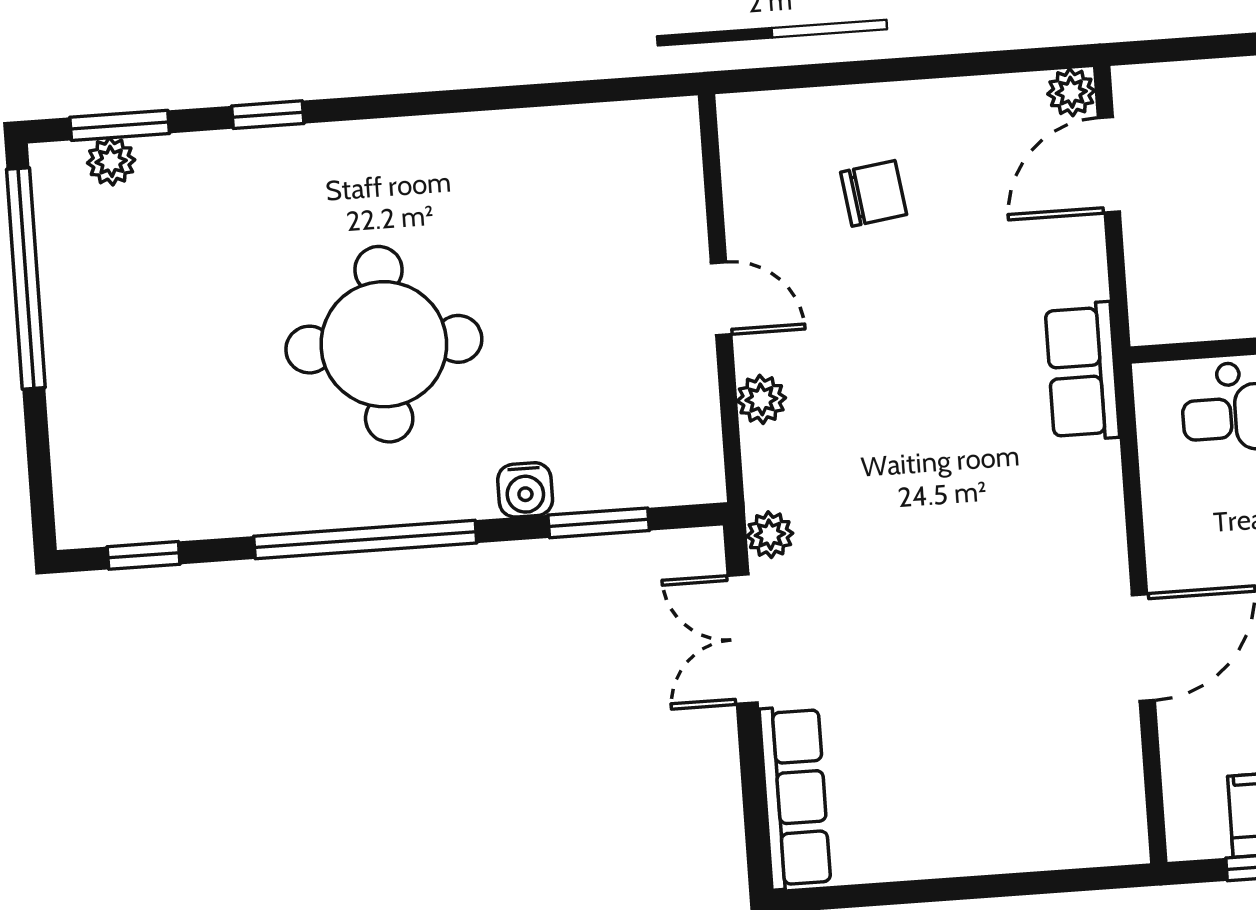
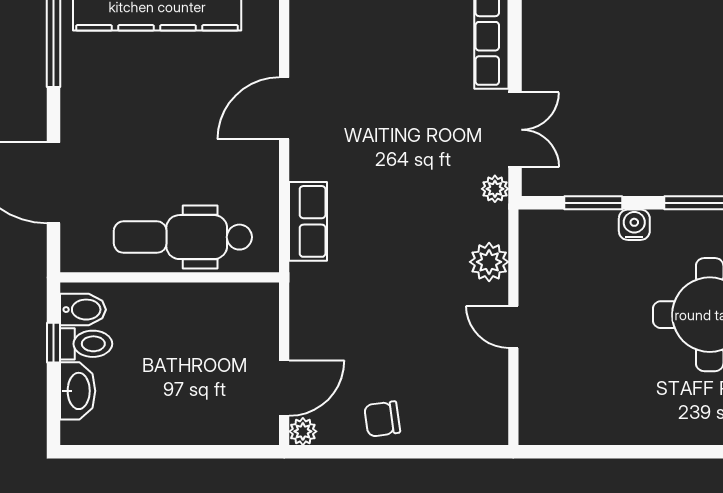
chair: (874, 193) -> (382, 419), moved
row of seats: (1082, 372) -> (308, 221), moved
plant: (761, 399) -> (489, 262), width x1.38, depth x1.38

